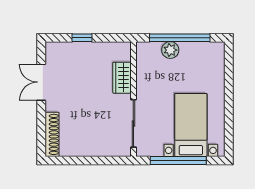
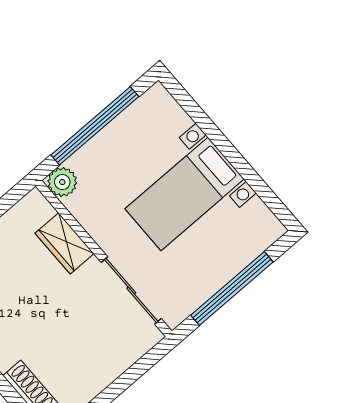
plant: (170, 50) -> (62, 182), moved
bed with nightstands: (191, 125) -> (185, 194), moved, turned -90

